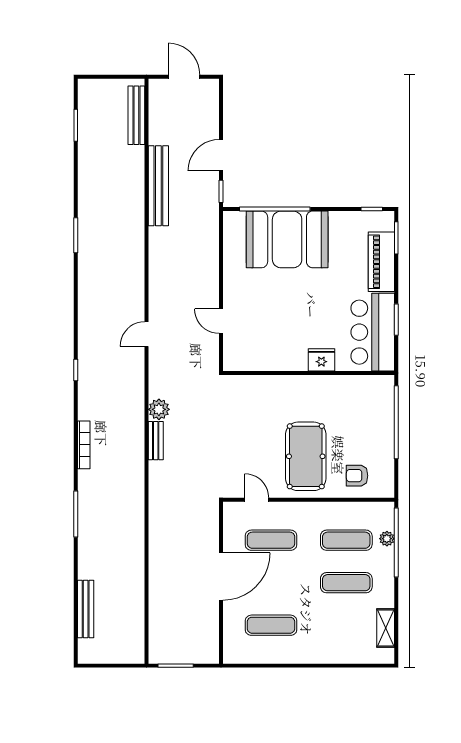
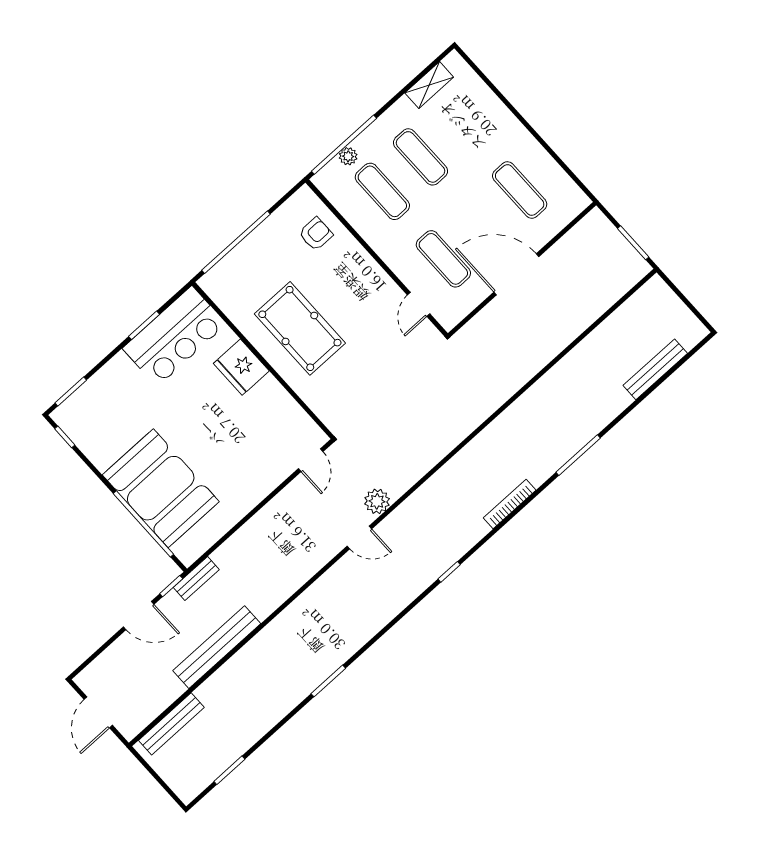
piano: (381, 262) -> (104, 386), removed
door: (221, 321) -> (311, 460), moved
fridge: (321, 360) -> (241, 367), width x1.36, depth x1.34
plant: (159, 409) -> (377, 501), moved
bench: (156, 441) -> (196, 578), moved
pool table: (306, 456) -> (300, 328), moved, turned 90
armchair: (357, 476) -> (316, 234), turned -90

